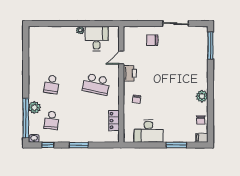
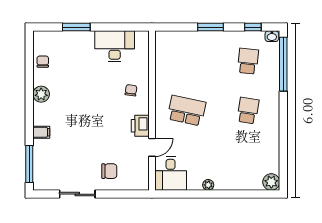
desk: (97, 39) -> (171, 173), moved
plant: (35, 107) -> (271, 182), moved
locker: (114, 121) -> (162, 61), removed
filing cabinet: (202, 138) -> (41, 132), moved

